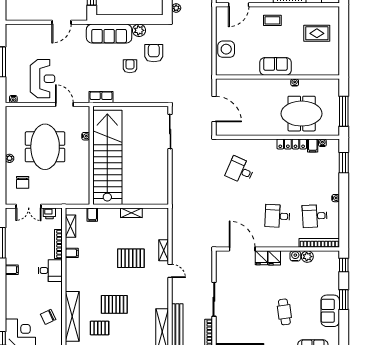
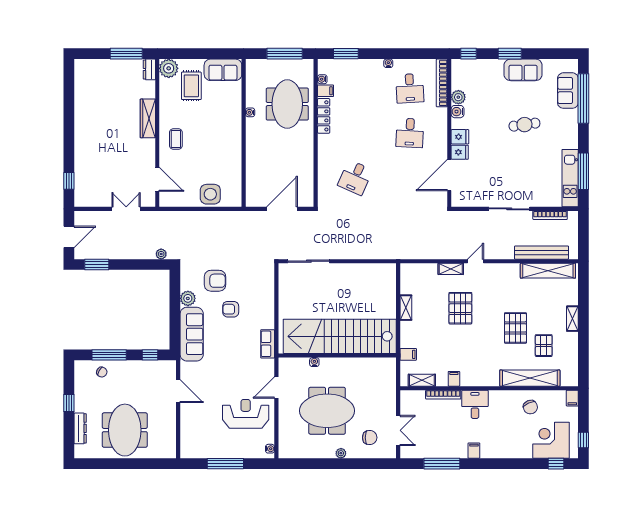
plant: (331, 14) -> (169, 68), added
armchair: (154, 53) -> (215, 281), turned 180
sofa: (275, 66) -> (223, 70), moved, turned -90
printer: (49, 213) -> (407, 405), removed

